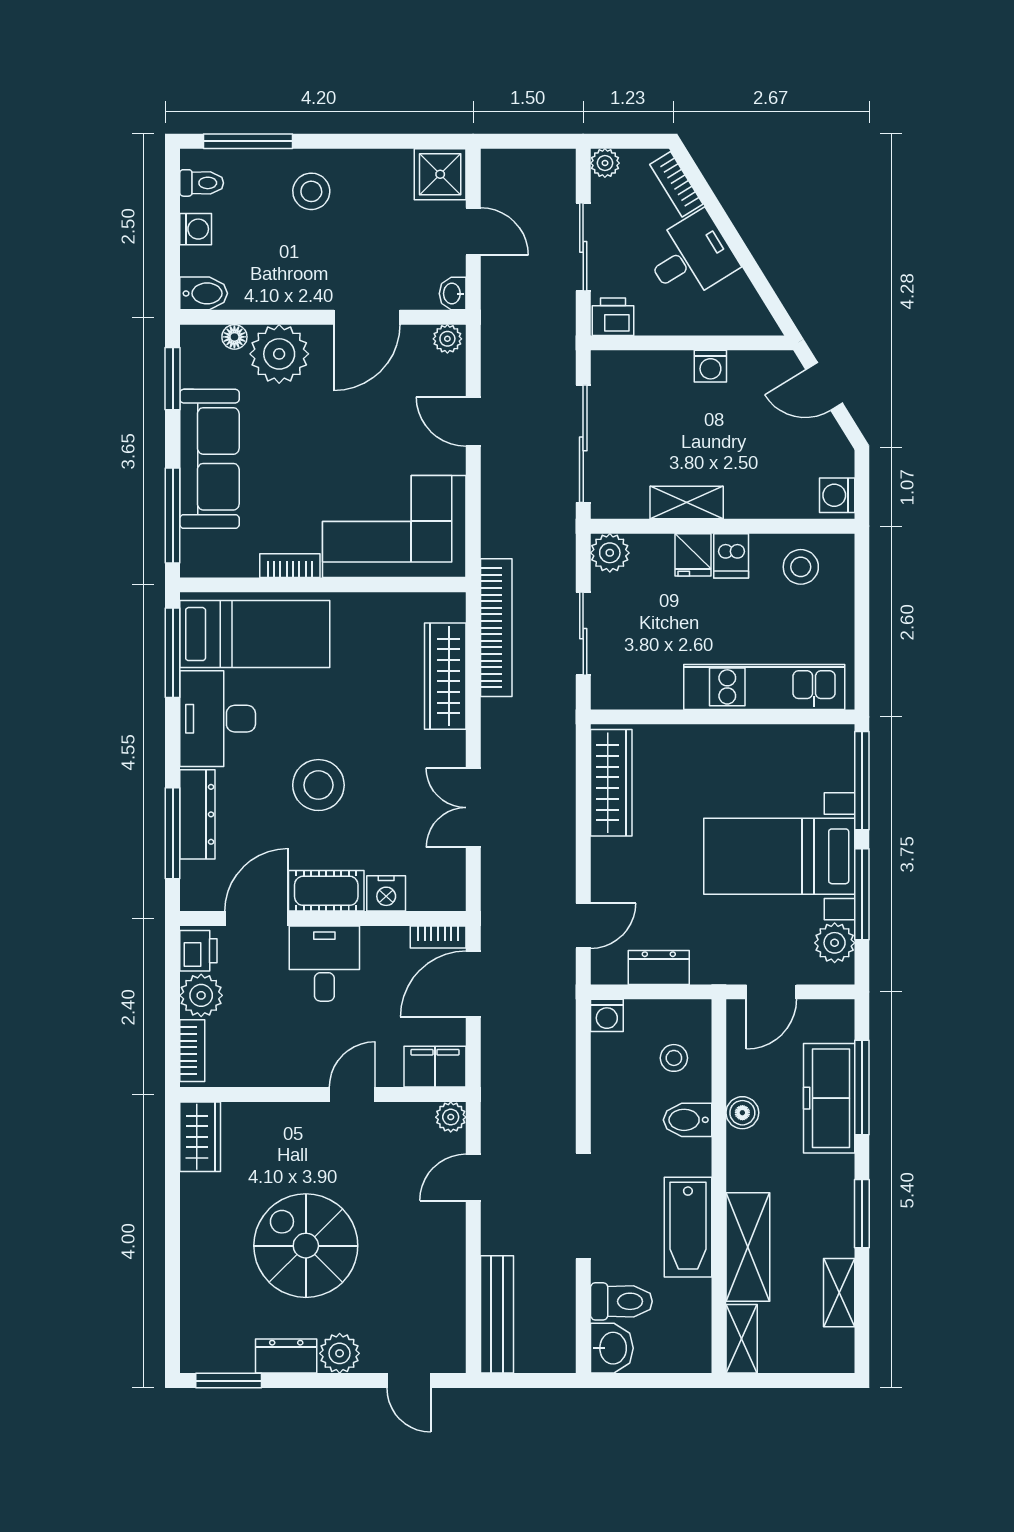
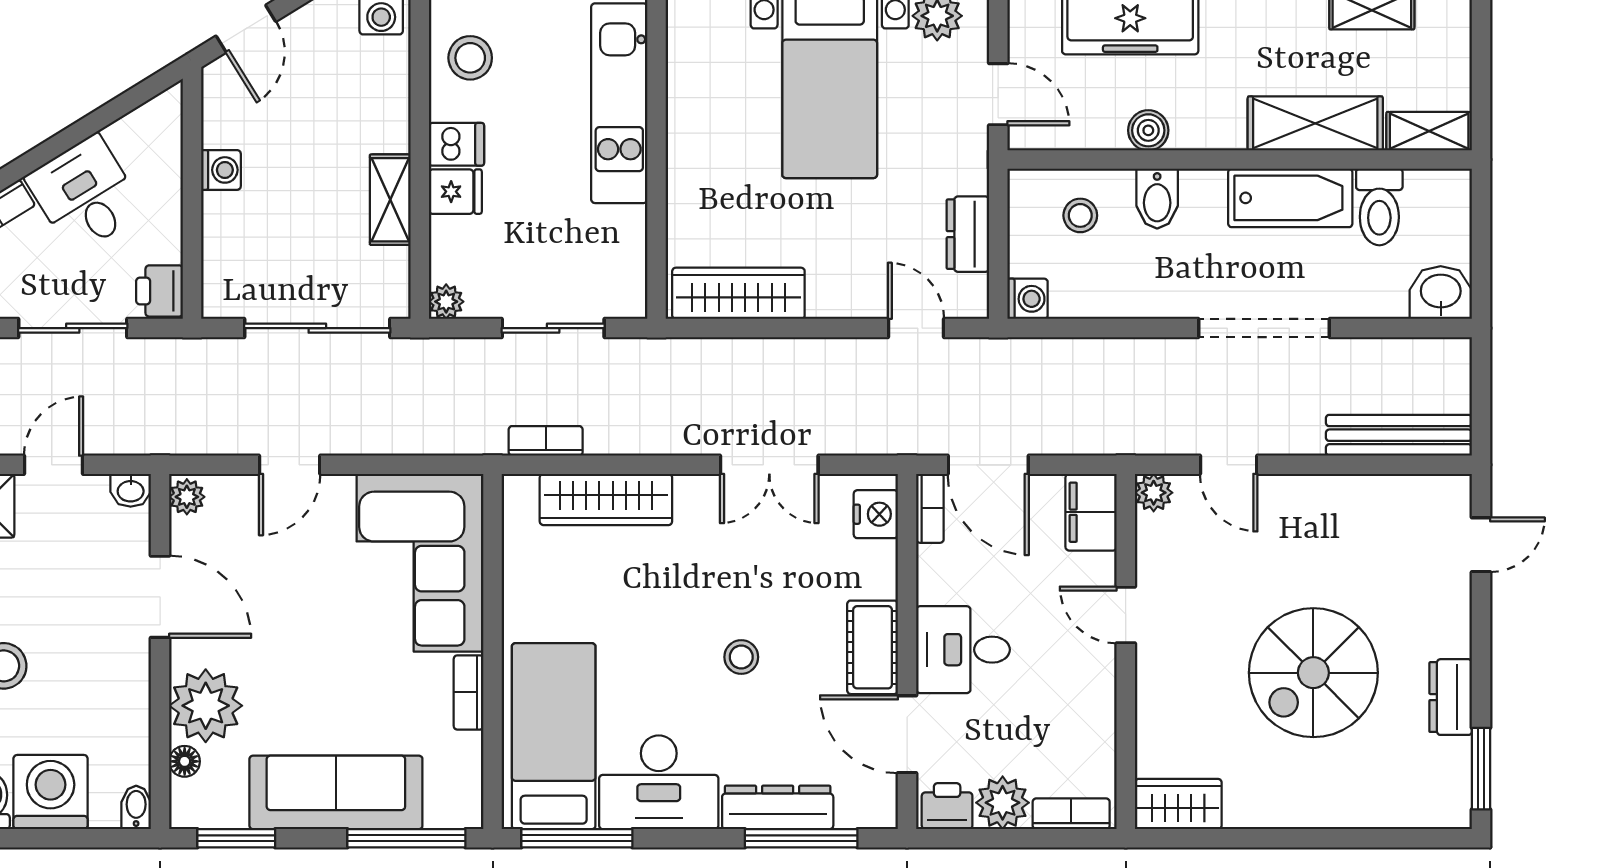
washing machine: (196, 229) -> (51, 792), width x1.89, depth x1.89
bidet: (204, 293) -> (136, 807), width x0.72, depth x0.74
plant: (610, 553) -> (446, 302), width x0.73, depth x0.73
bookcase: (496, 628) -> (546, 441), width x0.43, depth x0.76
stool: (318, 785) -> (741, 657), width x0.53, depth x0.53
nightstand: (386, 893) -> (876, 514), moved
toilet: (621, 1301) -> (1379, 207), moved, turned 180
plant: (340, 1353) -> (1447, 631), removed

